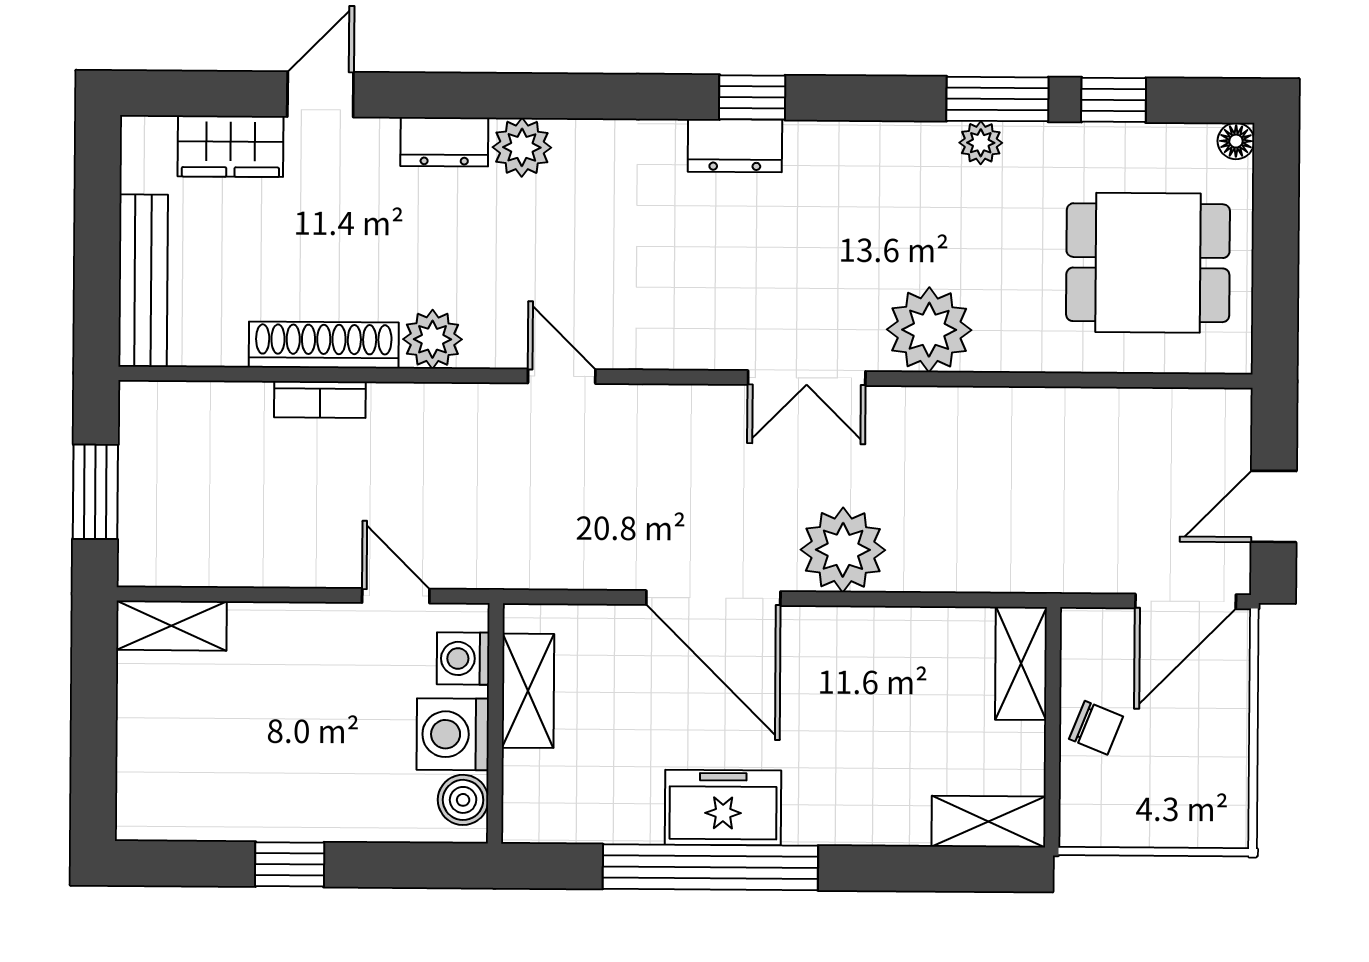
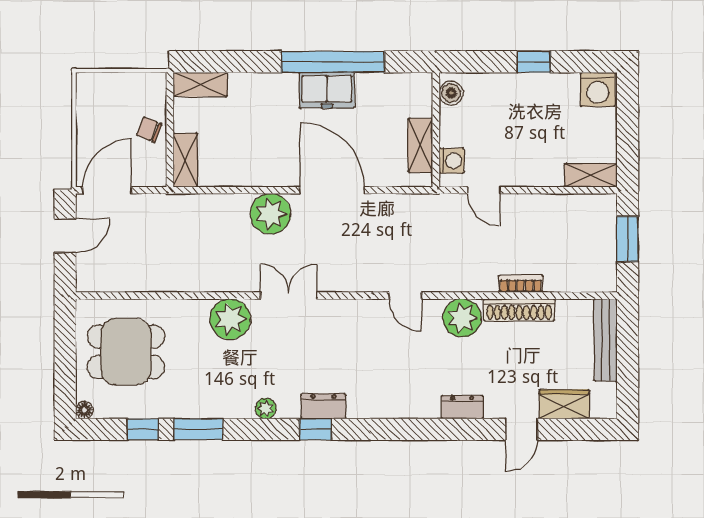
plant: (981, 143) -> (266, 408), moved
plant: (522, 147) -> (425, 405), removed
plant: (432, 339) -> (462, 318), width x1.36, depth x1.36
washing machine: (453, 734) -> (598, 89), moved, turned 90

